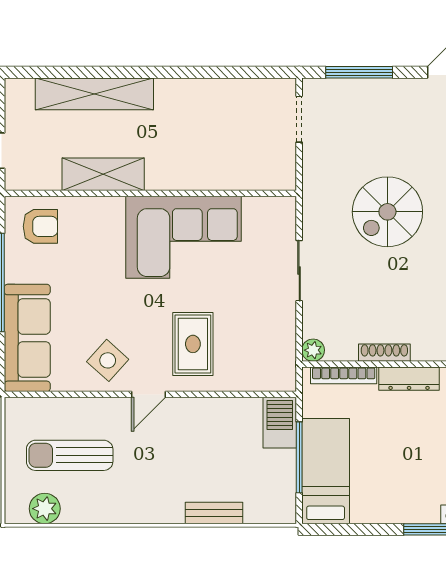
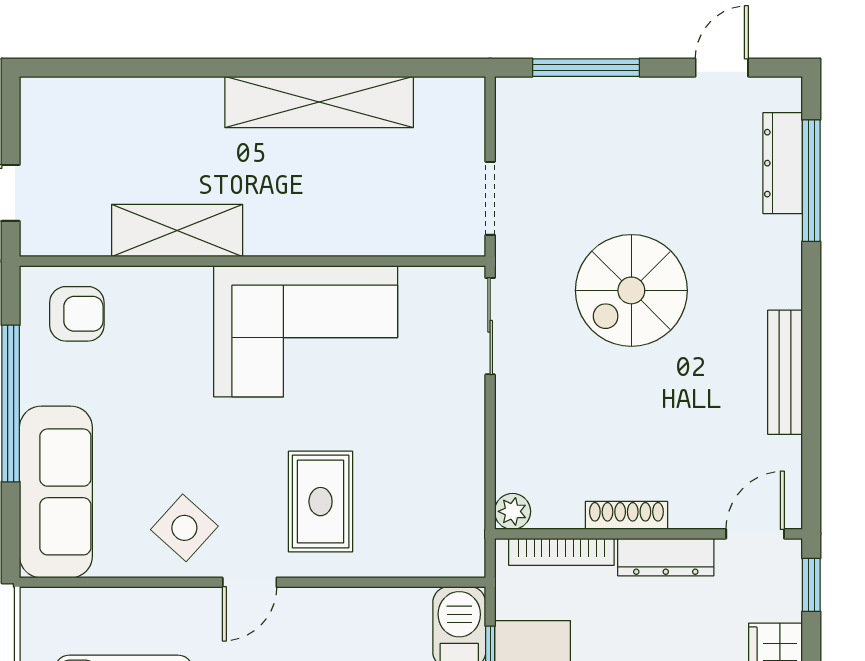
shelving: (94, 94) -> (319, 102), moved
doorway: (299, 119) -> (490, 198), moved
sliding door: (299, 271) -> (490, 326), moved

